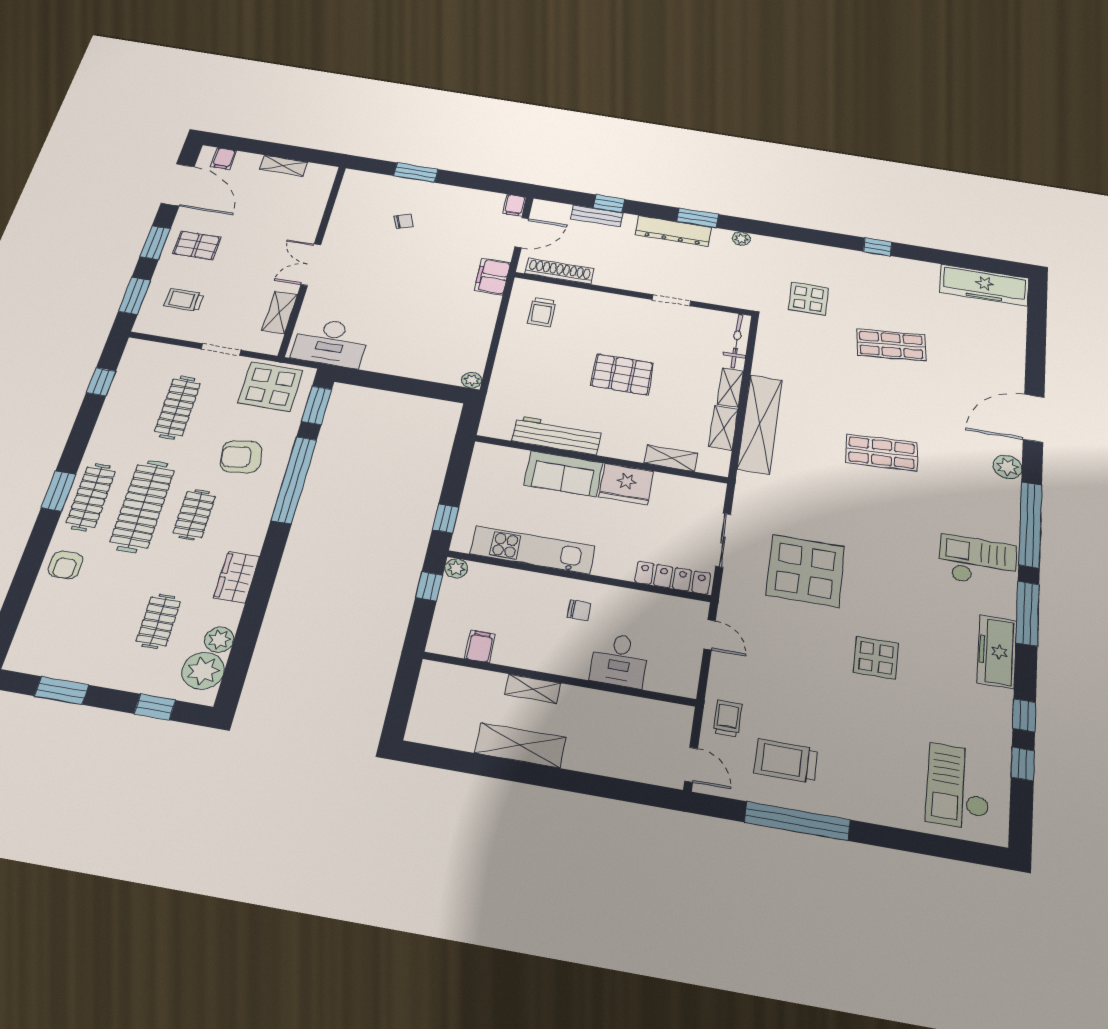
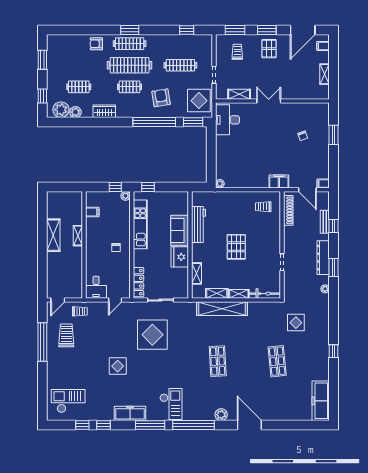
desk: (620, 660) -> (96, 287), moved, turned -90

